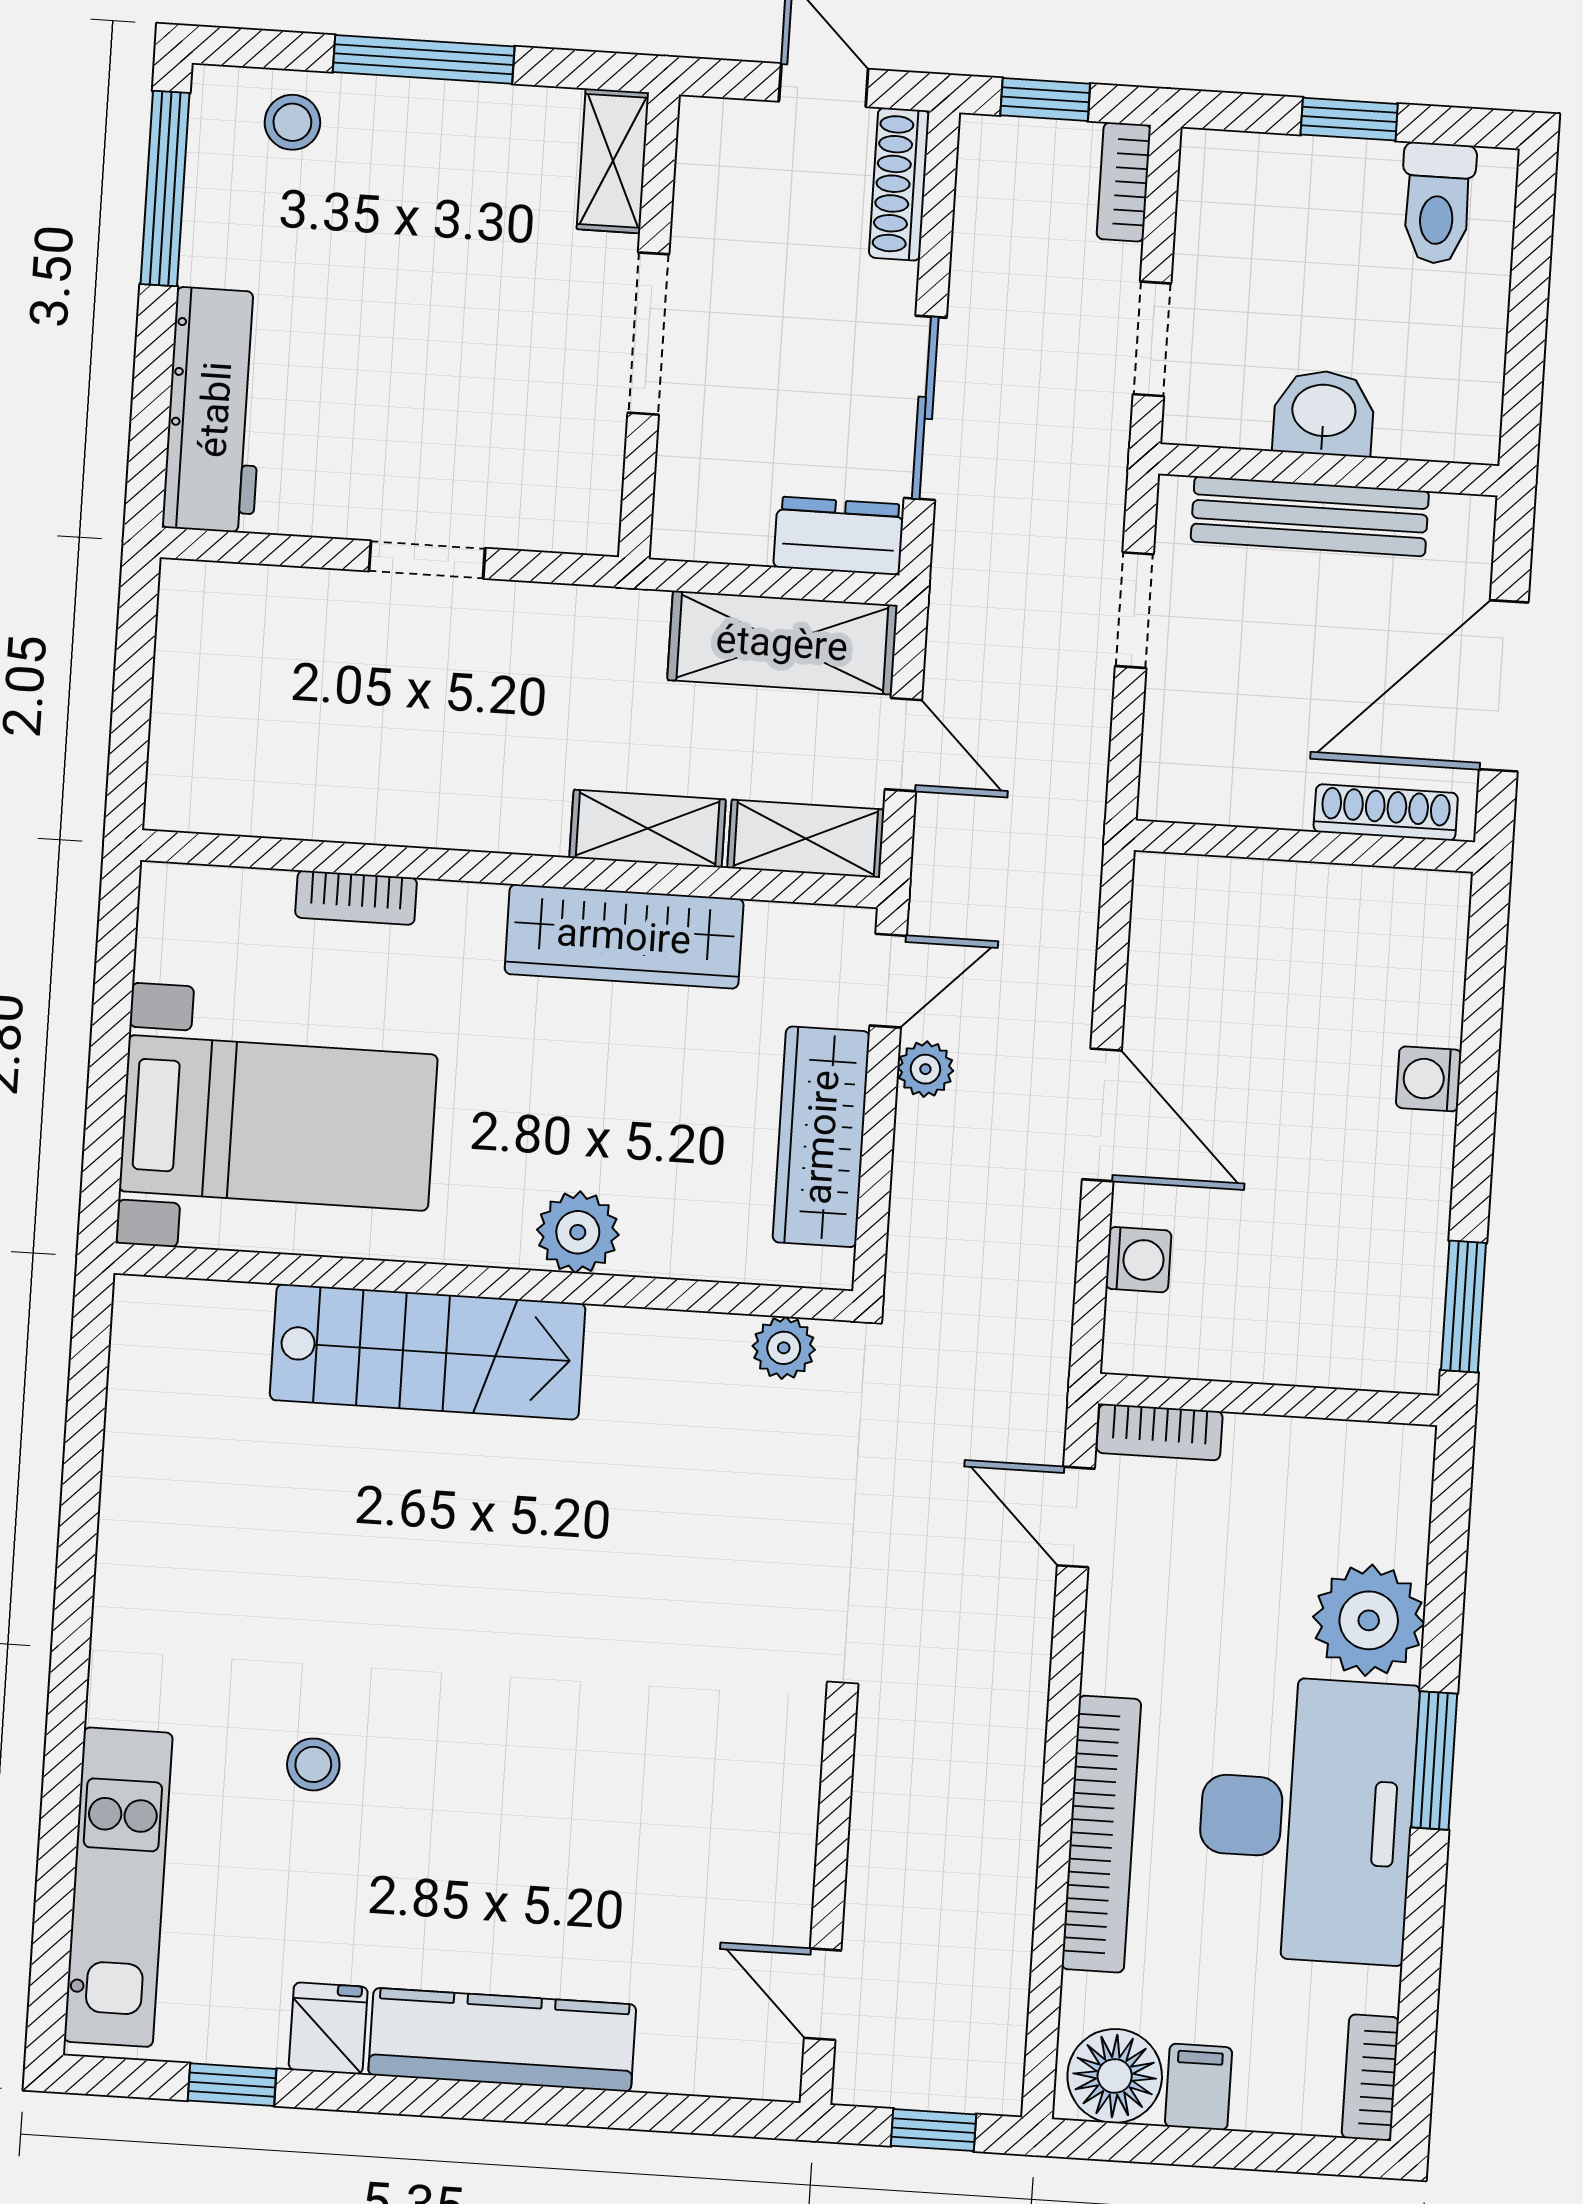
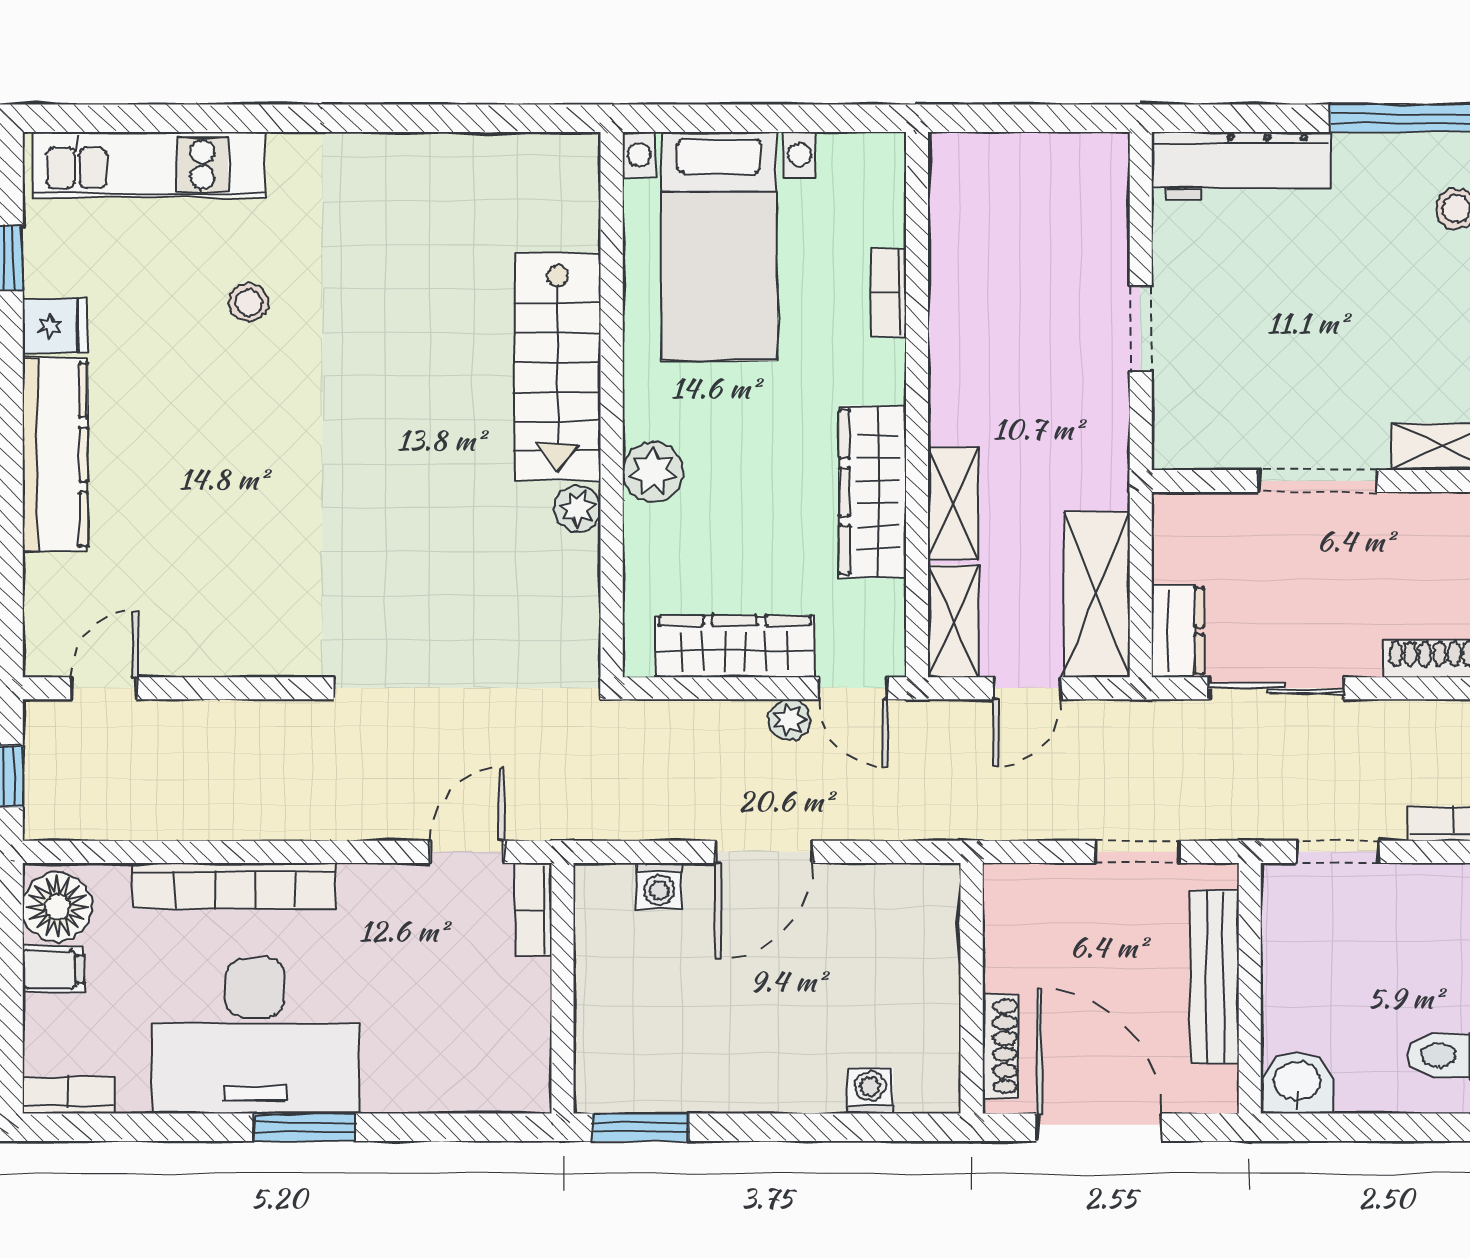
washbasin: (1324, 413) -> (1297, 1083), moved, turned -90
washing machine: (1429, 1079) -> (870, 1091), moved
plant: (784, 1348) -> (578, 508), moved
plant: (1369, 1620) -> (405, 1072), removed

